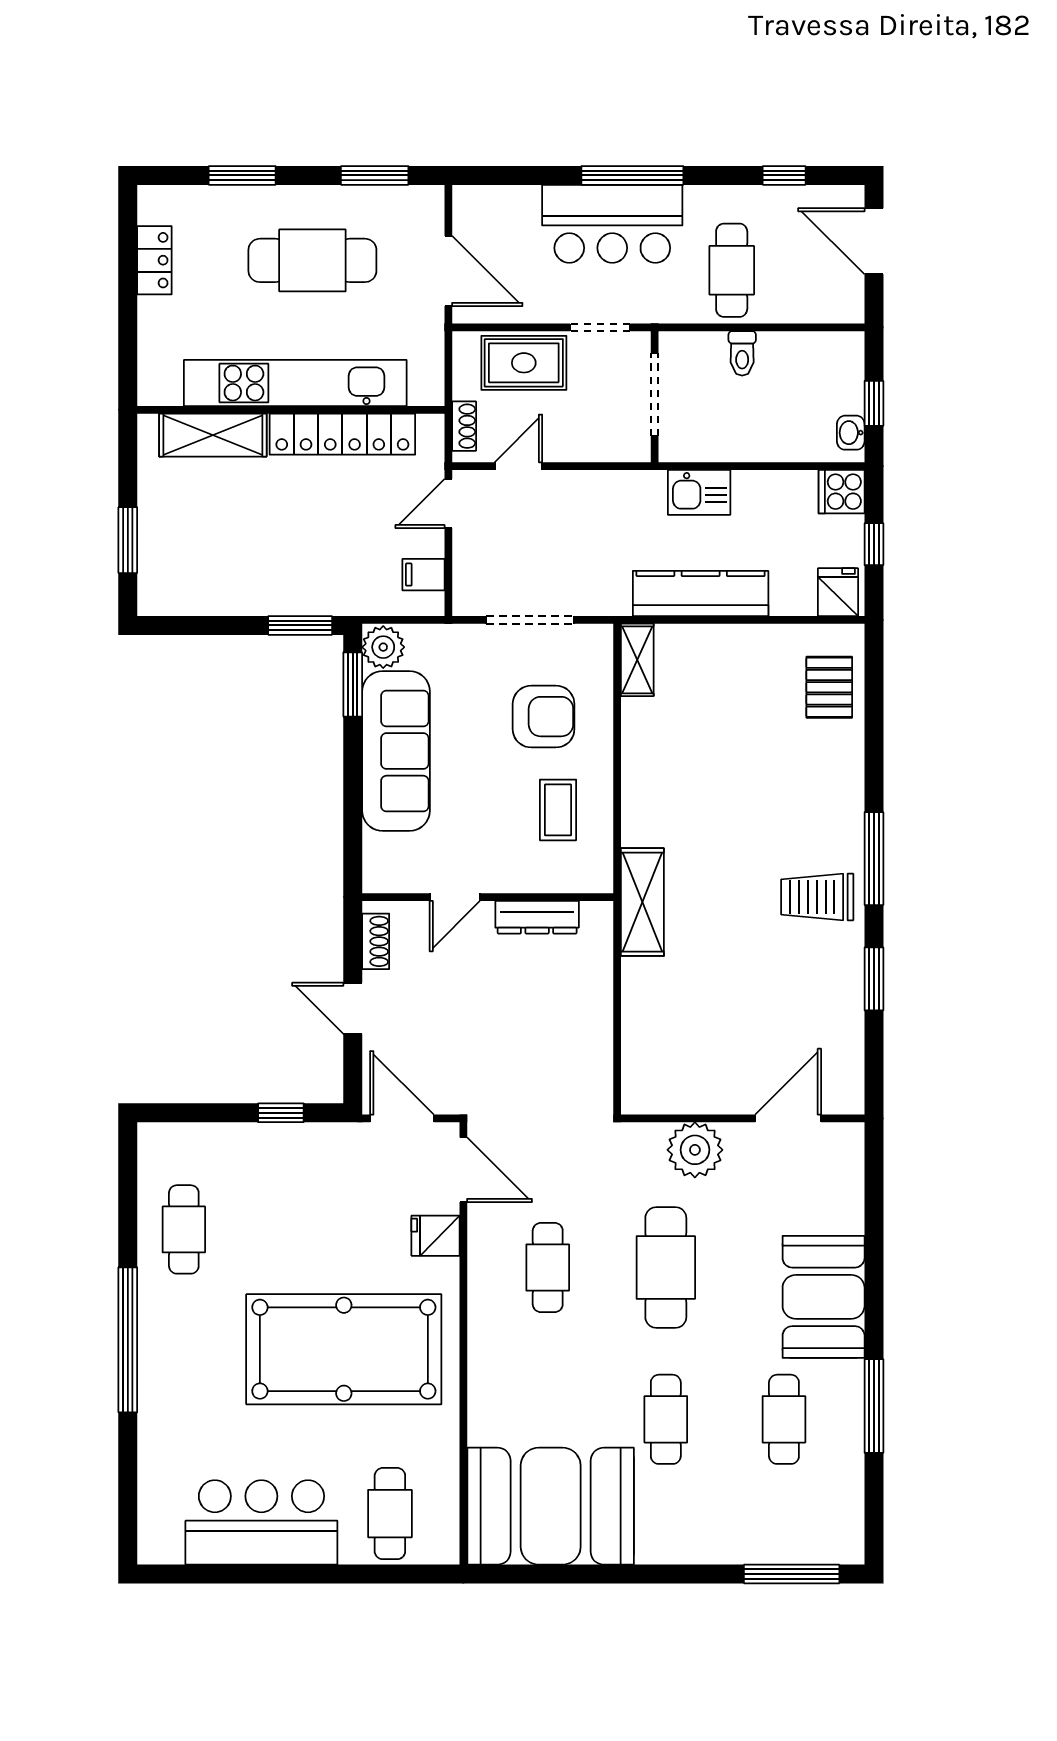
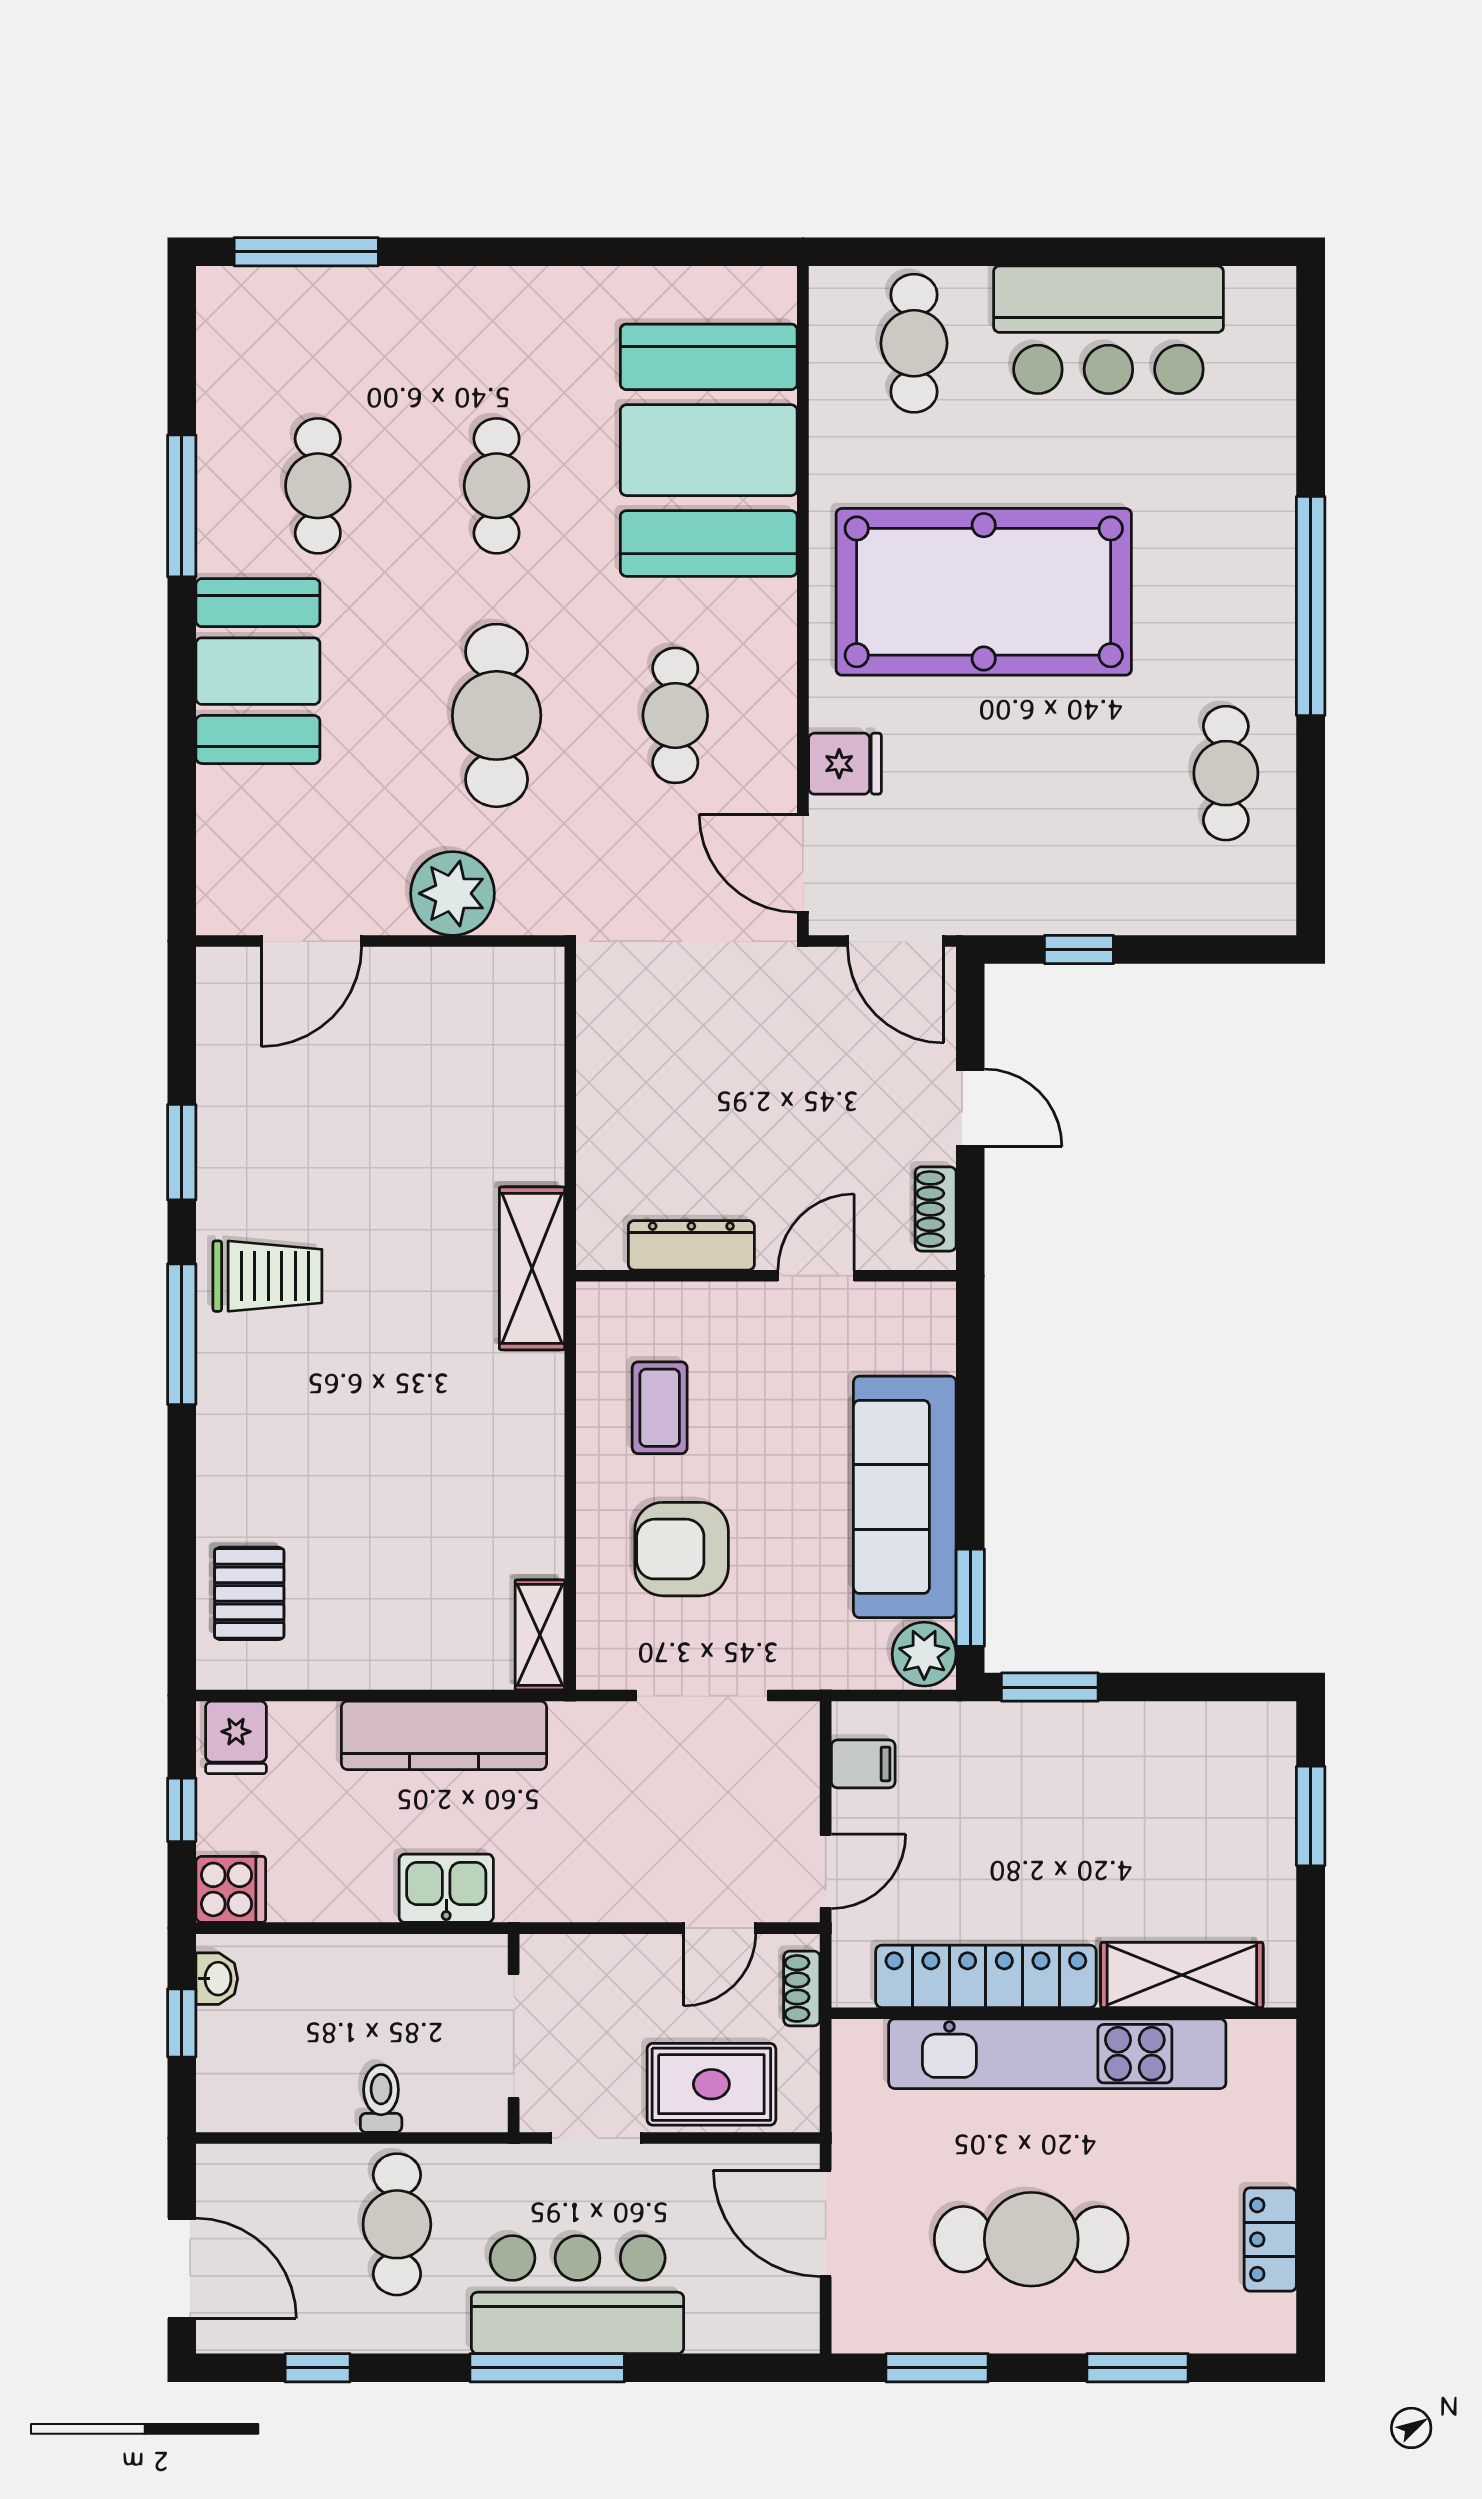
booth: (551, 1506) -> (709, 450), moved, turned 90

